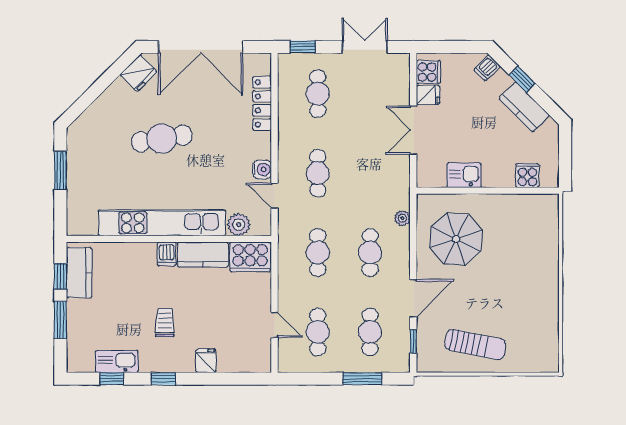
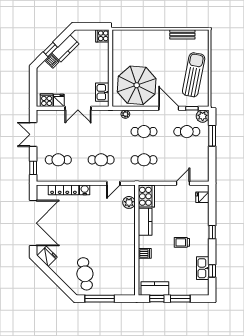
dishwasher: (487, 68) -> (52, 61), moved
cafe table: (162, 139) -> (85, 274), moved
water cooler: (262, 169) -> (85, 190), moved
window: (60, 170) -> (100, 299), width x1.44
kitchen sink: (464, 175) -> (102, 92), moved
cooker: (527, 176) -> (102, 36), moved
kitchen unit: (162, 223) -> (128, 244), removed
parasol: (456, 239) -> (137, 85), width x1.36, depth x1.36
dishwasher: (167, 254) -> (145, 253), moved
bench: (550, 324) -> (182, 34), added
cafe table: (318, 332) -> (187, 160), removed
sun lounger: (475, 344) -> (194, 75), width x1.36, depth x1.34
fridge: (206, 361) -> (202, 197), moved
plant: (399, 361) -> (203, 116), added
window: (163, 379) -> (212, 232), moved

